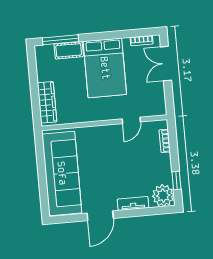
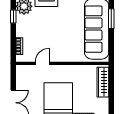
window: (43, 189) -> (111, 19), added

